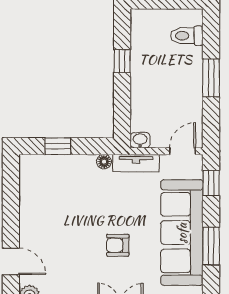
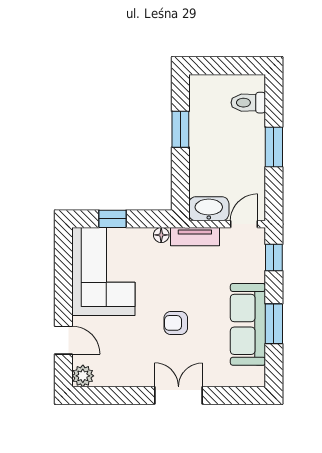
window: (122, 61) -> (180, 129), width x1.50
washbasin: (140, 140) -> (209, 209), width x1.91, depth x1.45
corner sofa: (49, 196) -> (103, 271), added
sofa: (182, 233) -> (248, 324), width x0.74, depth x0.79

